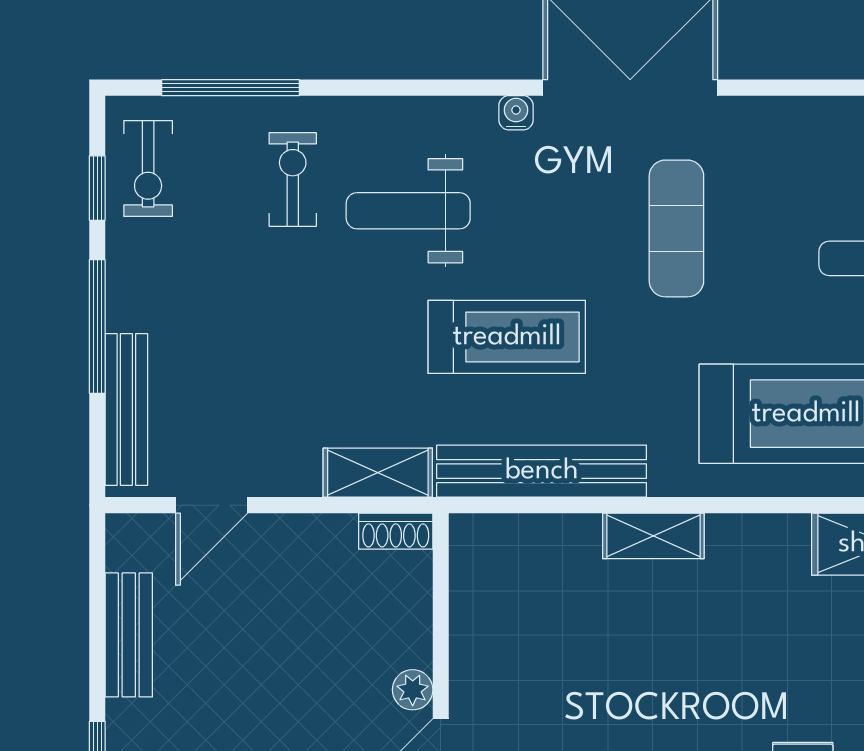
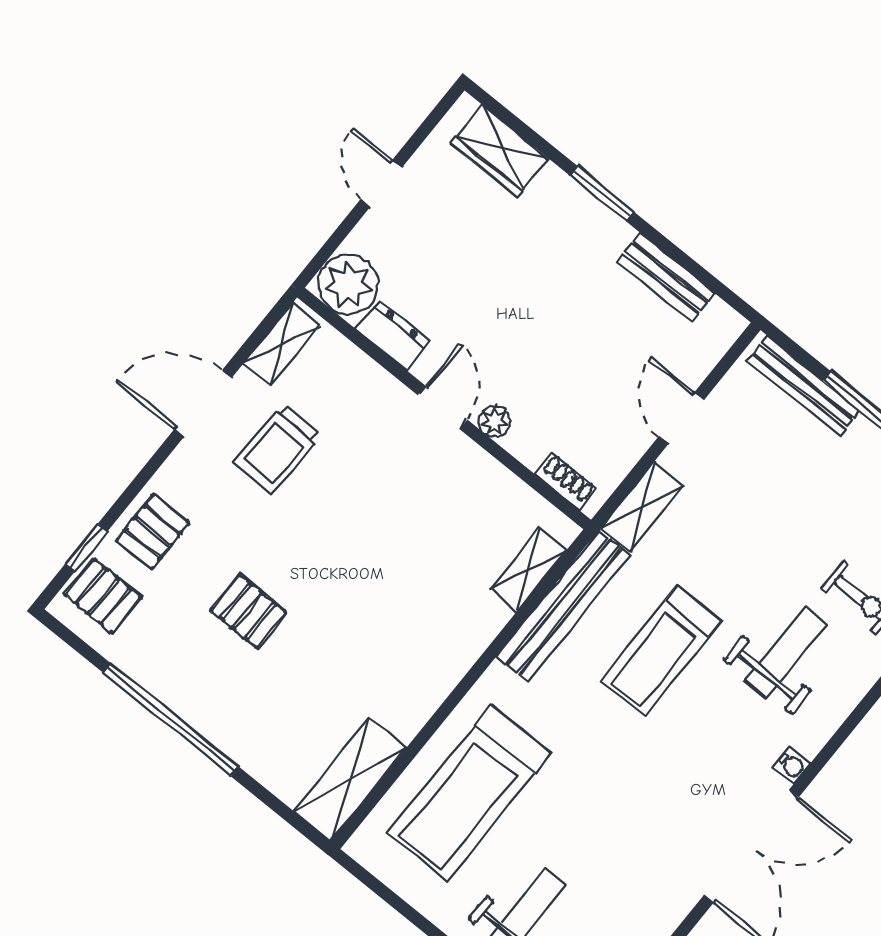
exercise mat: (676, 228) -> (644, 805), removed
door: (212, 505) -> (681, 418), moved
shoe rack: (396, 531) -> (566, 482), moved, turned 90
shelving: (653, 536) -> (528, 570), moved

